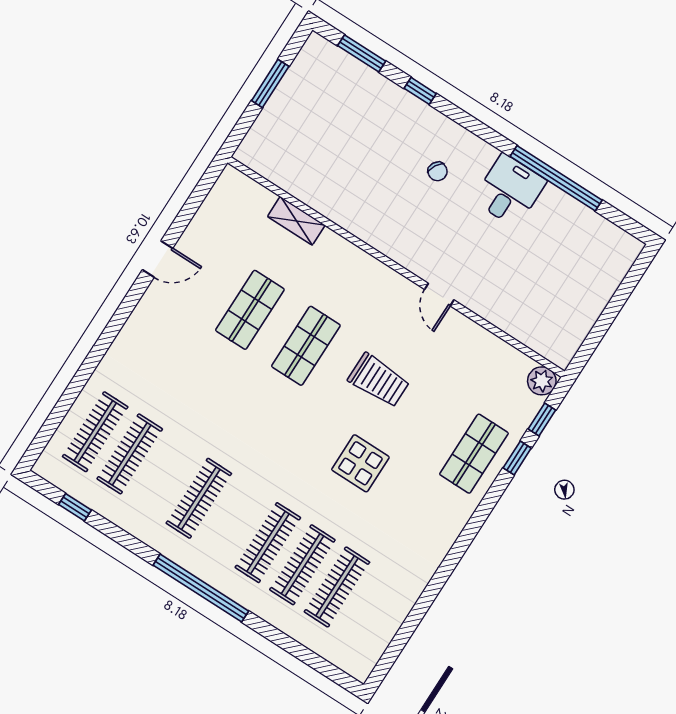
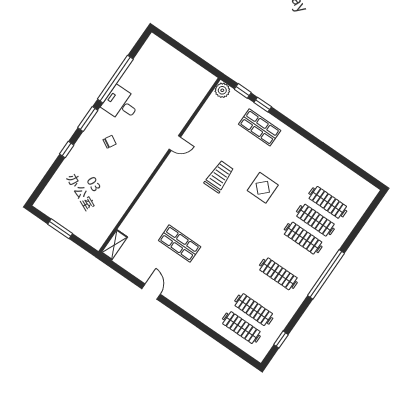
window: (362, 53) -> (88, 119), moved
shelving: (296, 221) -> (114, 245), moved
shop shelf: (306, 346) -> (200, 214), removed

